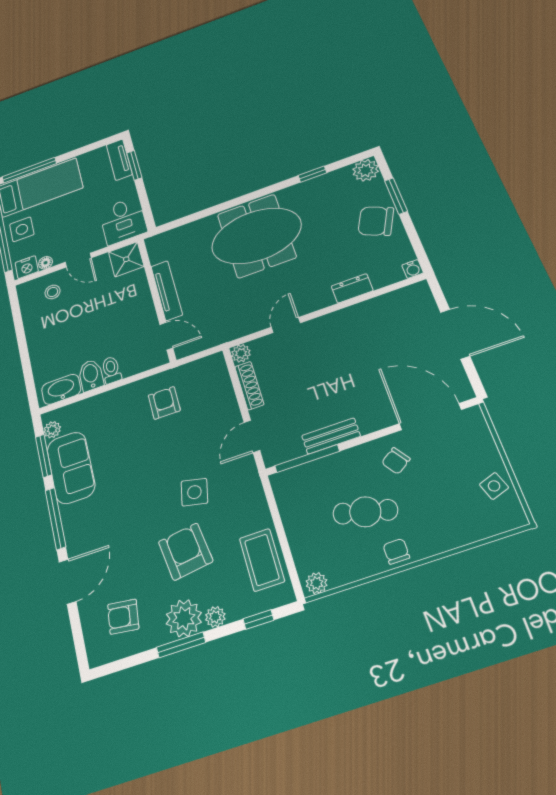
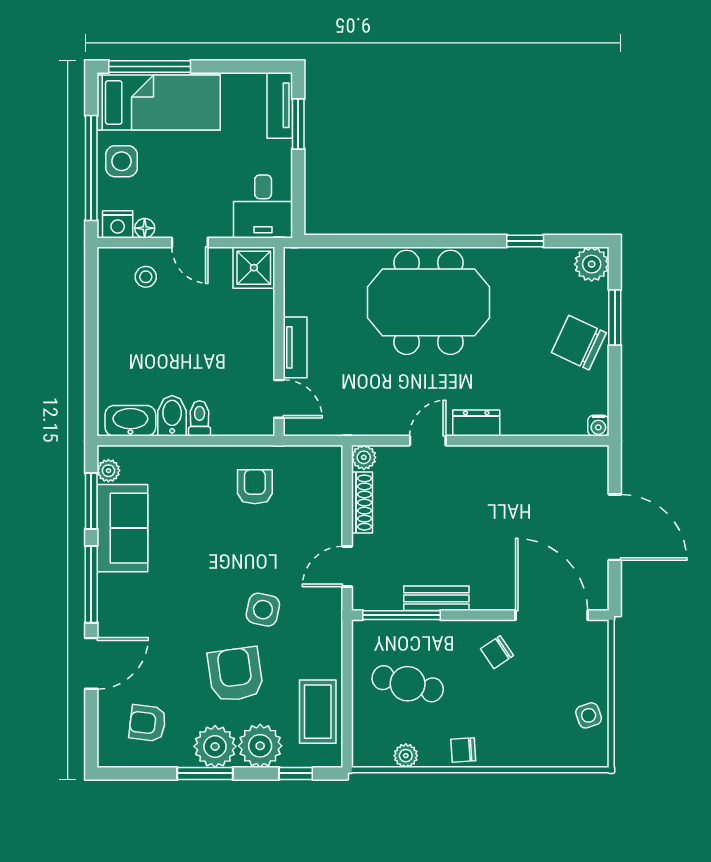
dresser: (352, 288) -> (476, 423), moved
tv unit: (167, 290) -> (295, 347), width x0.71
cafe table: (365, 512) -> (408, 684), moved
chair: (396, 551) -> (463, 750), turned -94
plant: (317, 583) -> (406, 756), moved
plant: (215, 617) -> (260, 746), width x1.88, depth x1.88

